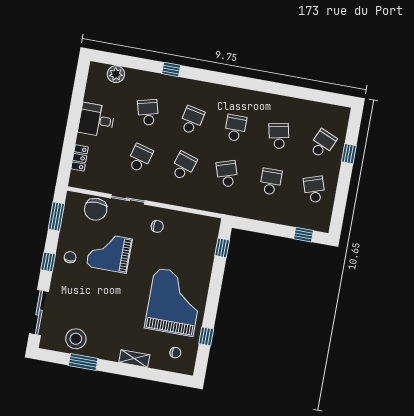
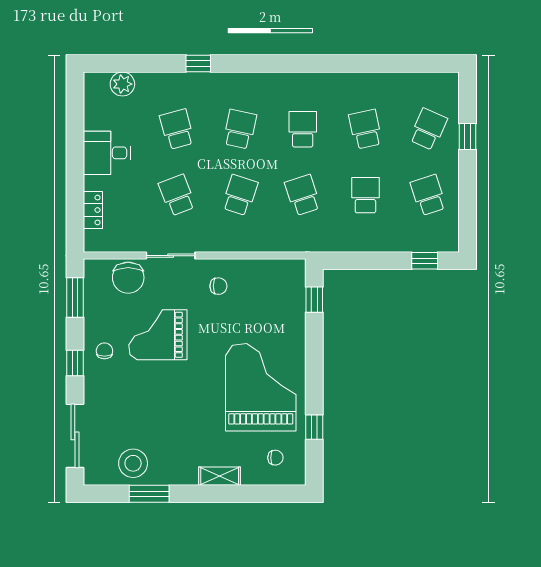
school desk: (140, 158) -> (177, 195), turned -36

